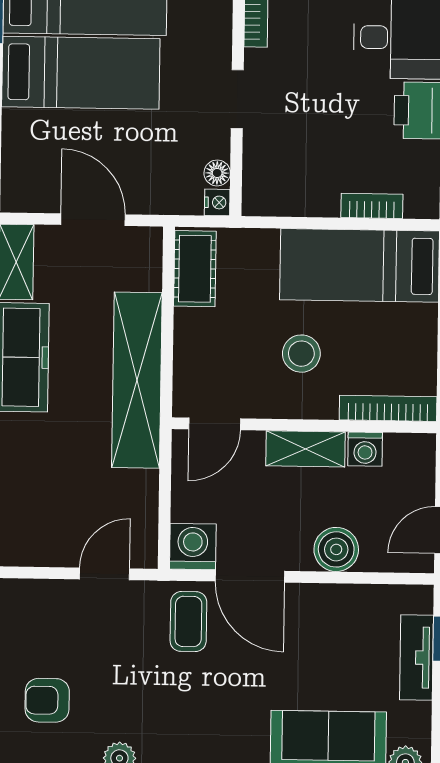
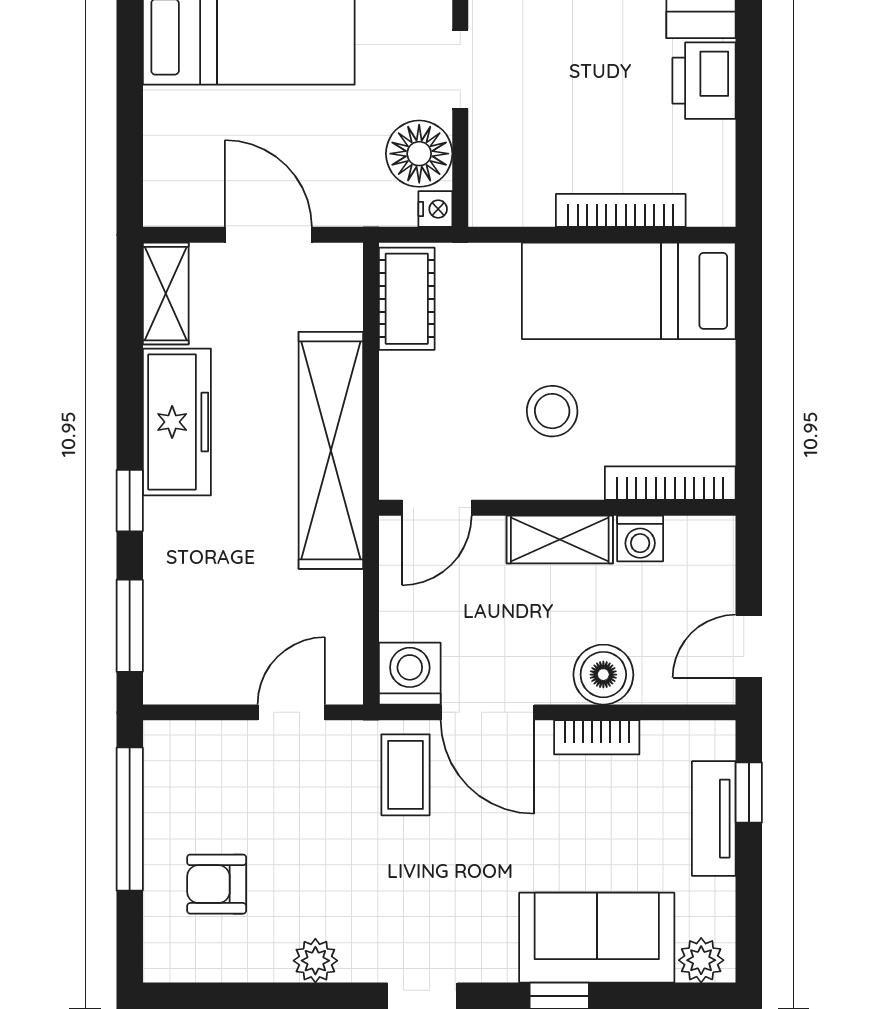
floor lamp: (217, 173) -> (419, 154), width x1.89, depth x1.89
bookcase: (372, 206) -> (621, 210), width x1.56
bookcase: (331, 596) -> (597, 737), added

